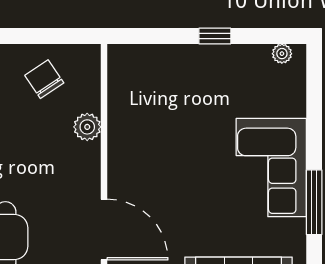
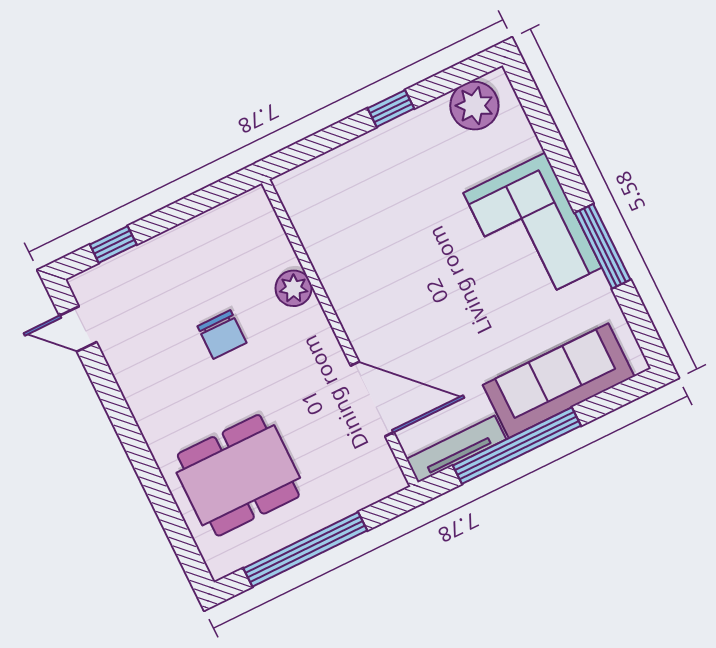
plant: (282, 54) -> (474, 106), width x1.88, depth x1.88
chair: (44, 79) -> (222, 334), moved, turned -146

